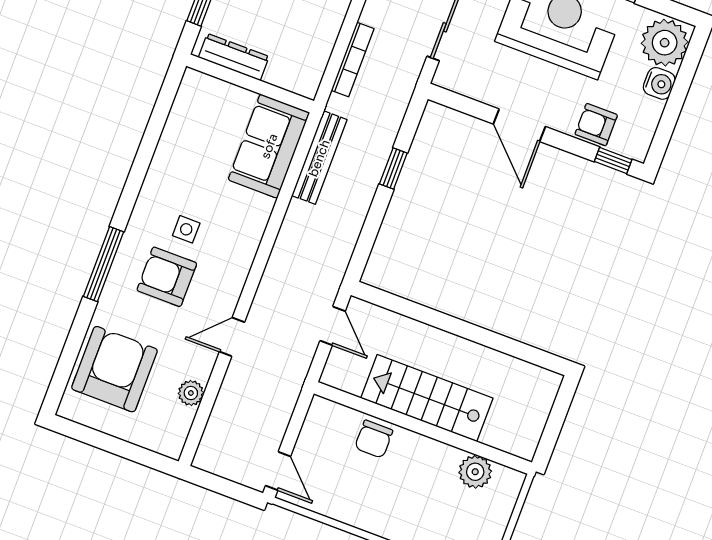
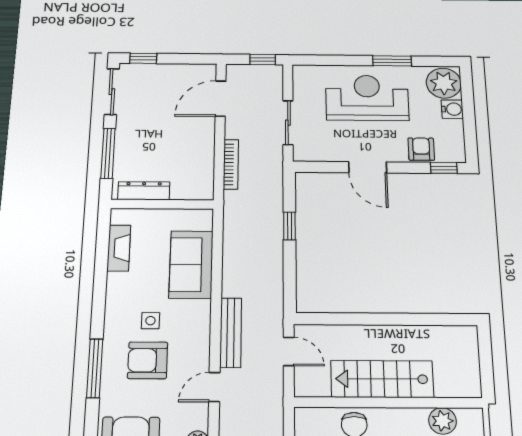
fireplace: (179, 123) -> (119, 248), added
armchair: (596, 125) -> (421, 149), turned 90
sofa: (269, 146) -> (191, 264), moved
bench: (319, 158) -> (231, 333), moved

